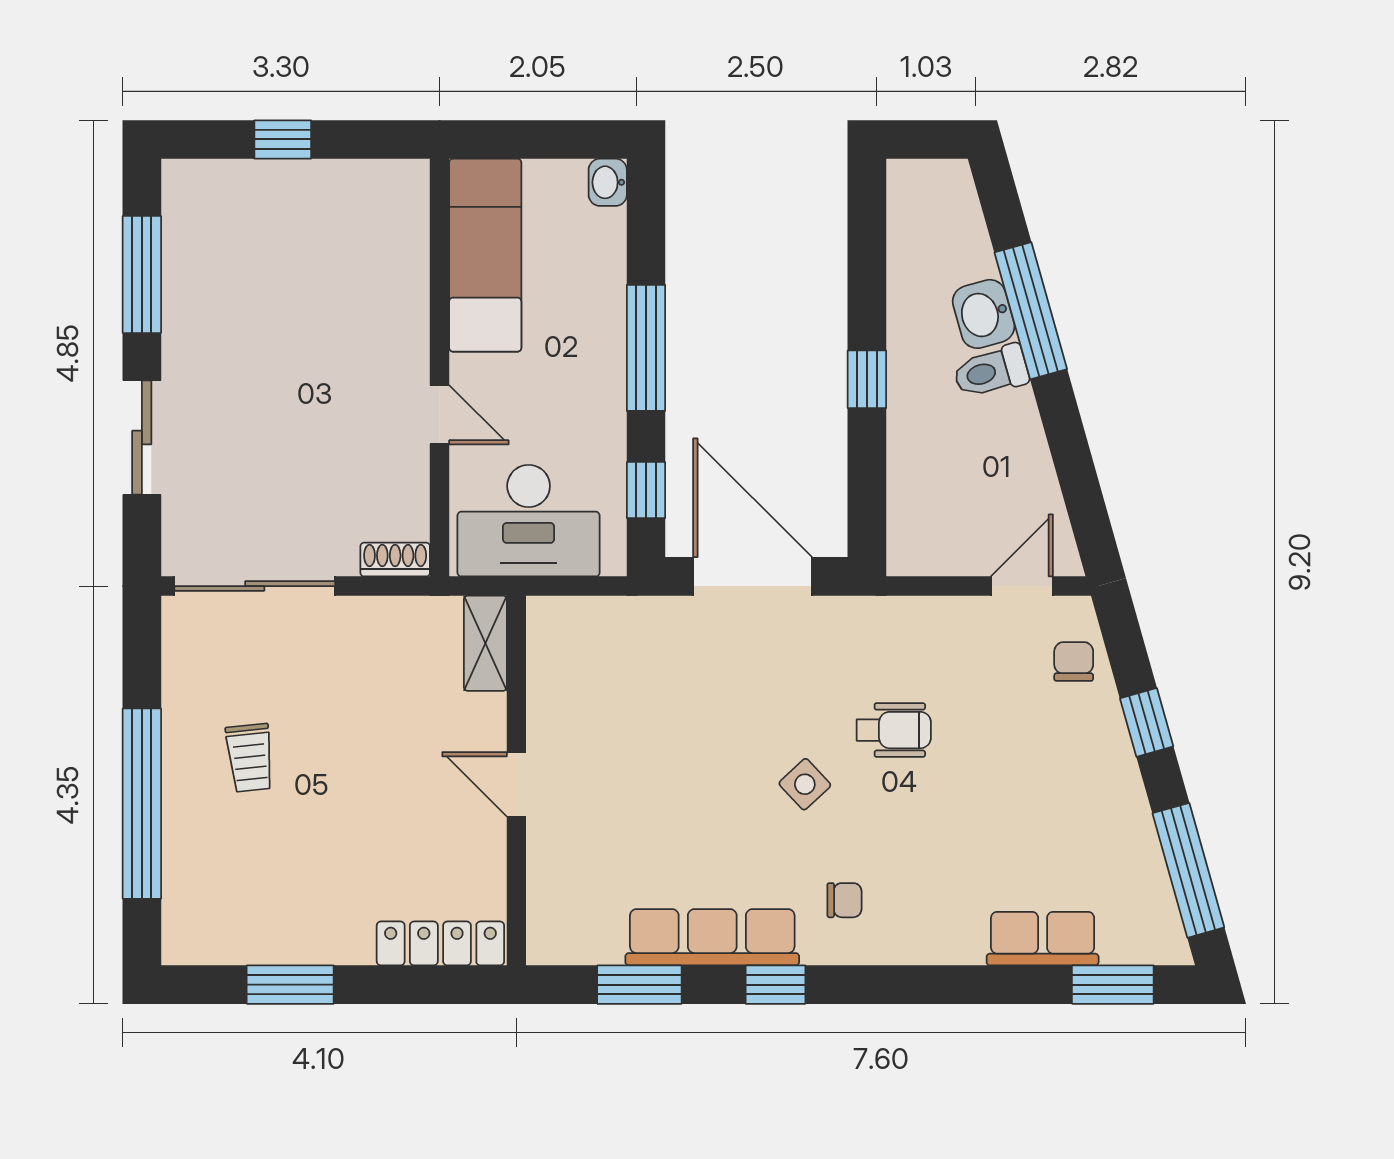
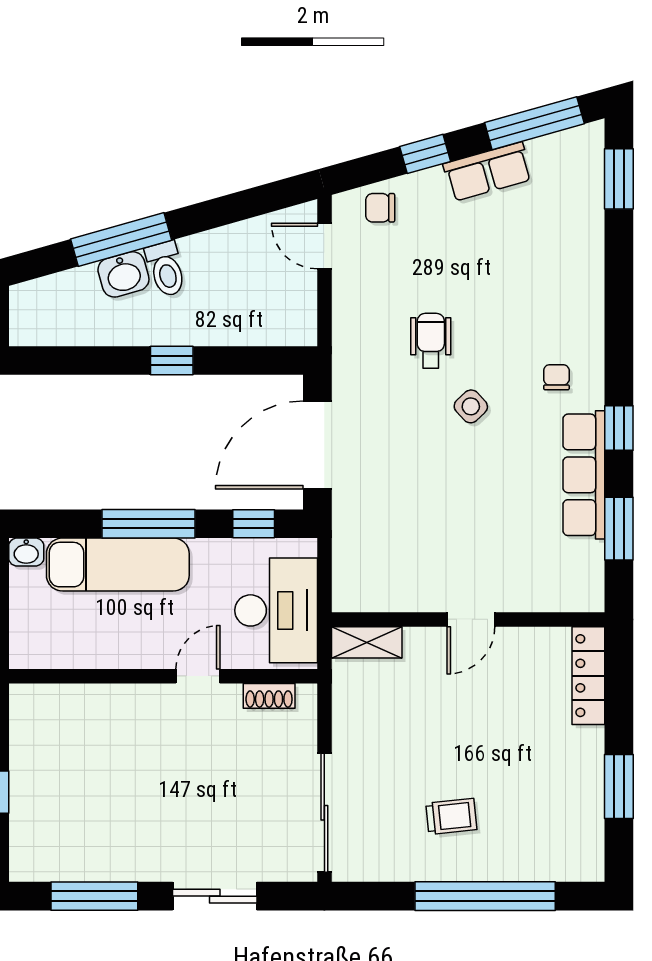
exam couch: (485, 255) -> (118, 565), moved, turned 180
shoe rack: (395, 560) -> (269, 696), moved, turned -90
row of seats: (1043, 939) -> (488, 172), moved, turned -106

